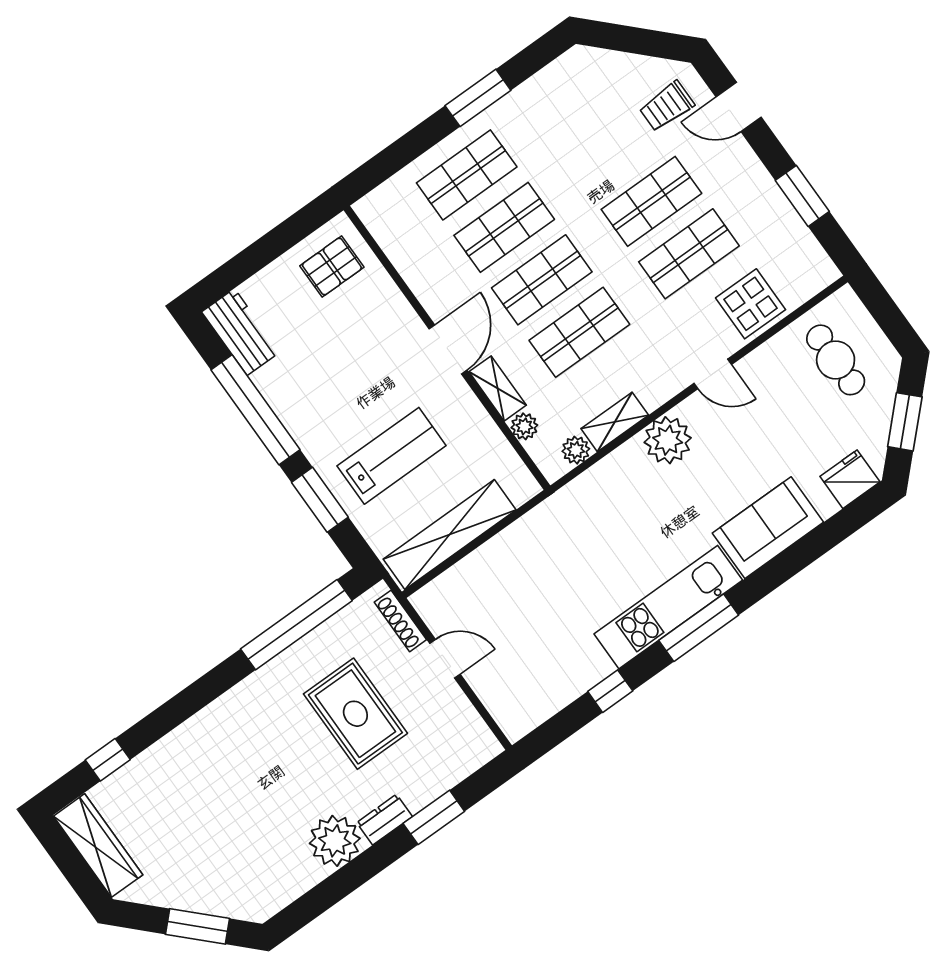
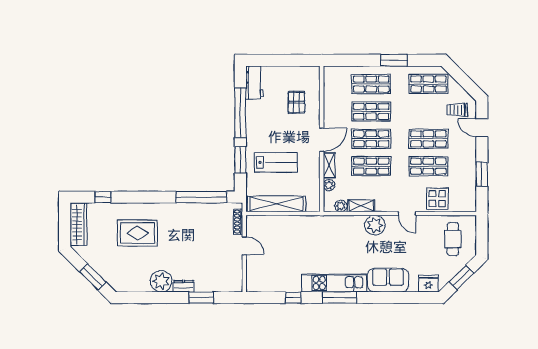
shop shelf: (576, 96) -> (428, 84), added
pallet: (332, 266) -> (296, 102), moved, turned 90
rug: (355, 714) -> (137, 233), moved, turned 90

